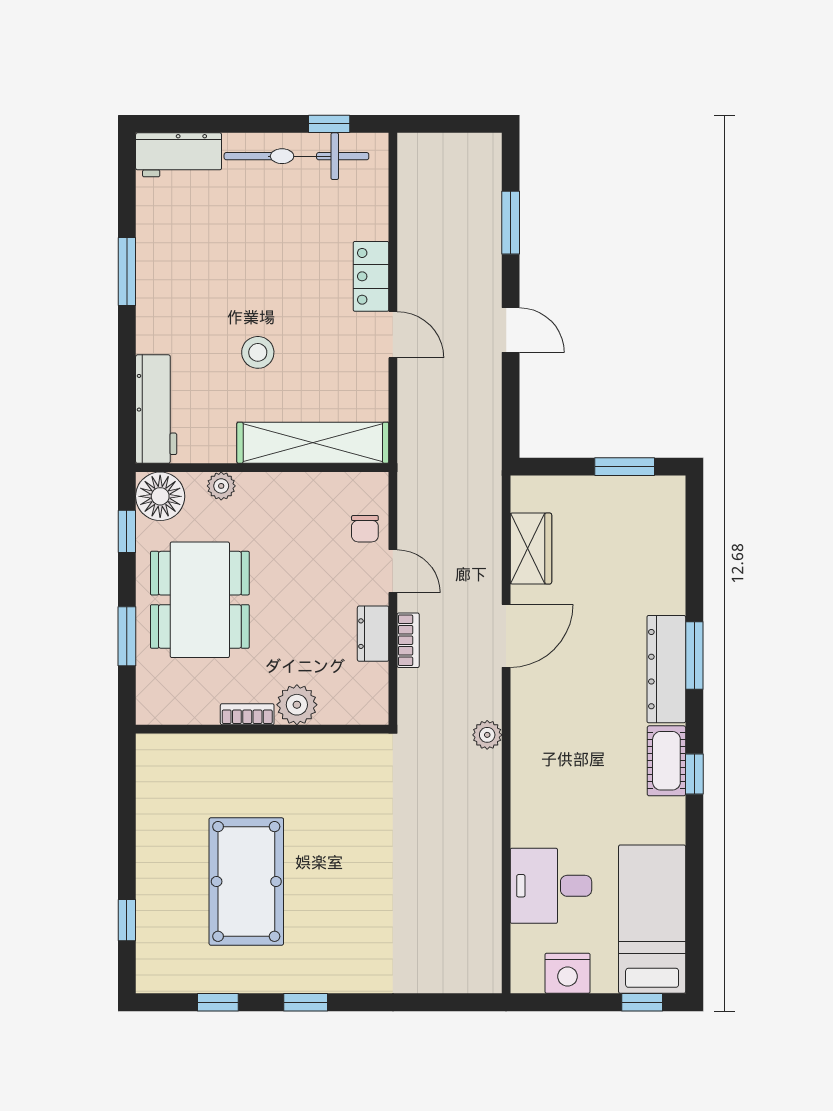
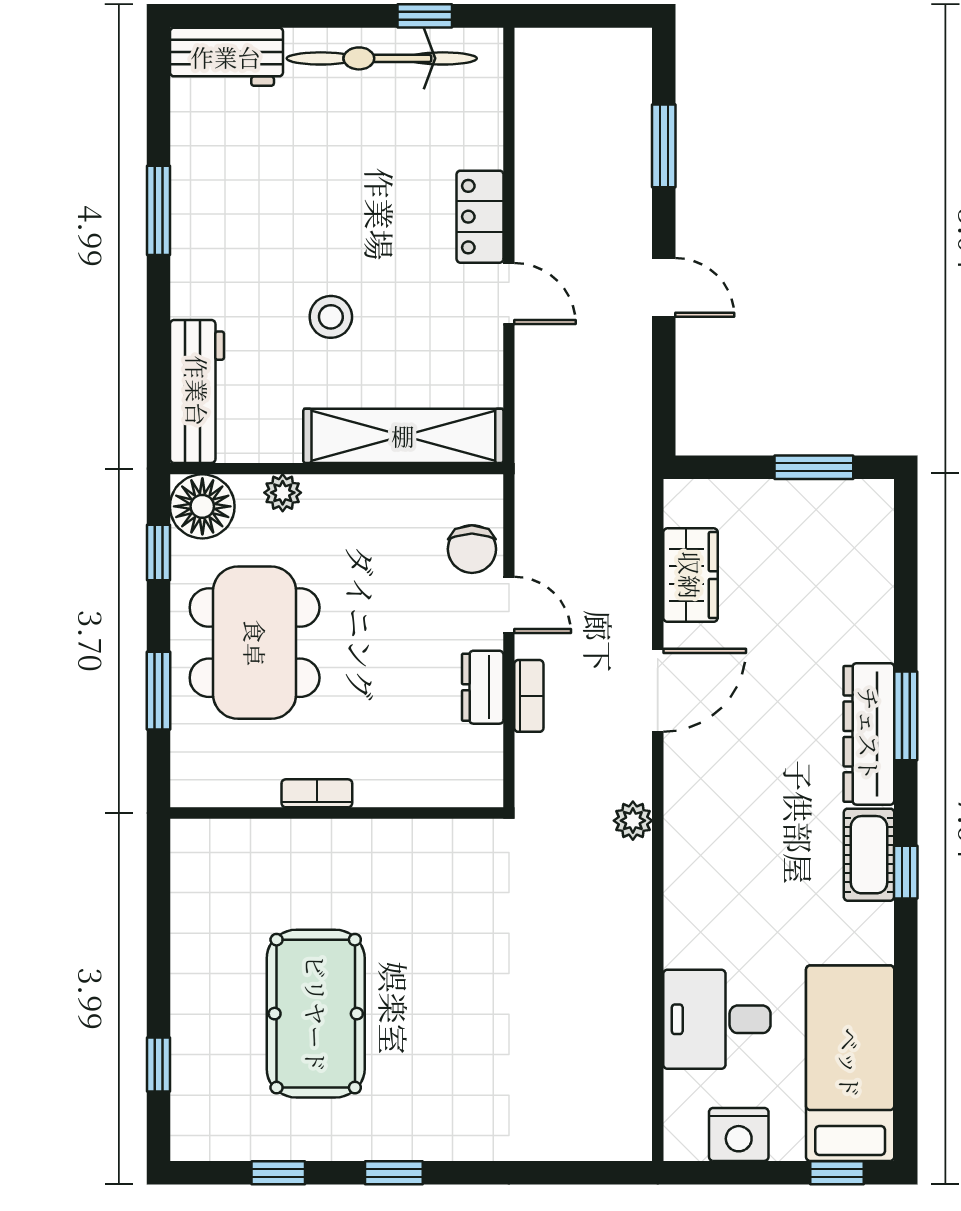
chair: (365, 529) -> (472, 549), width x1.37, depth x1.37
plant: (297, 705) -> (382, 781), removed

